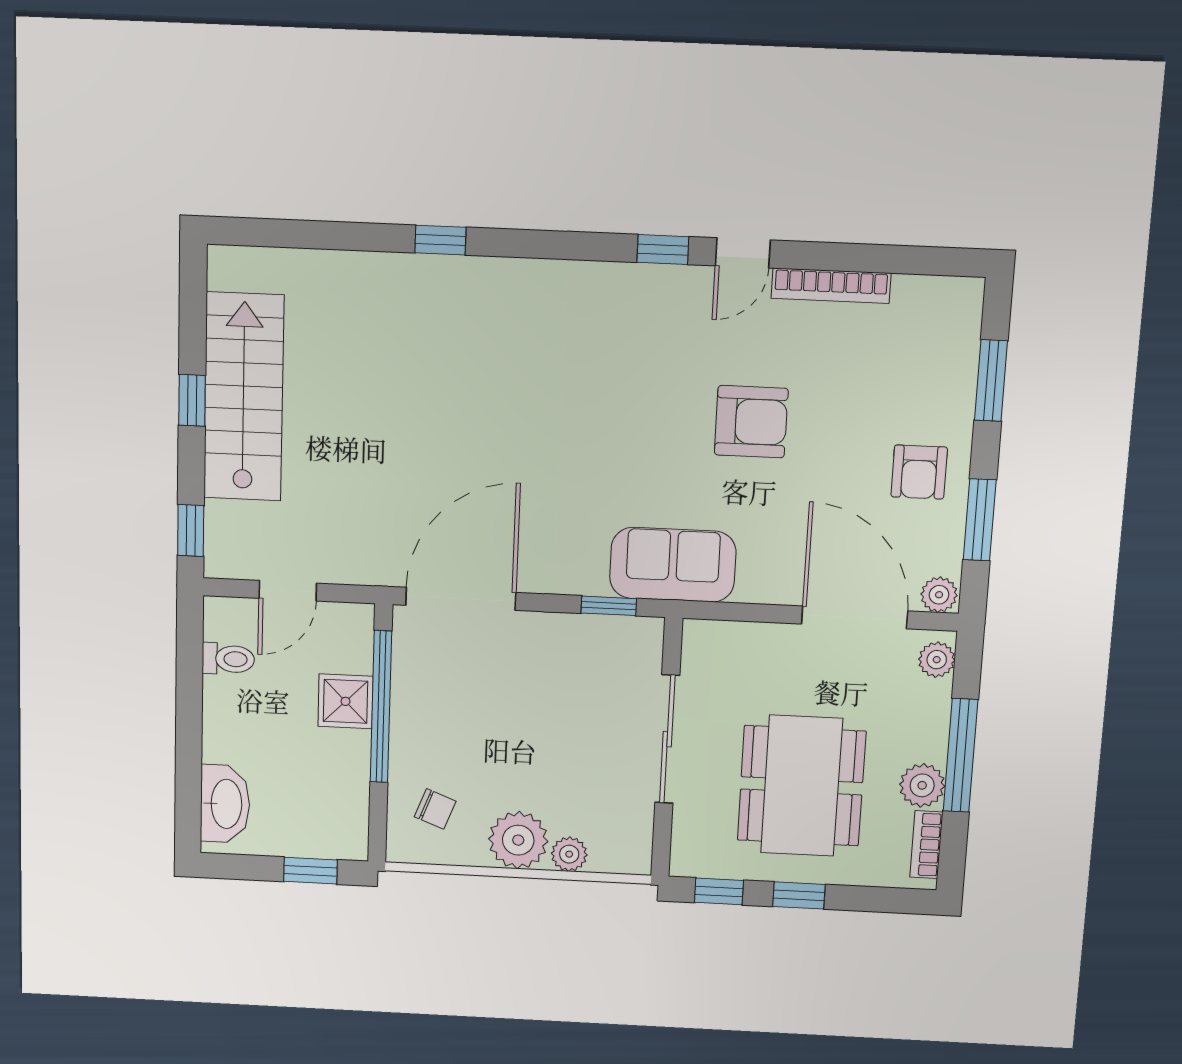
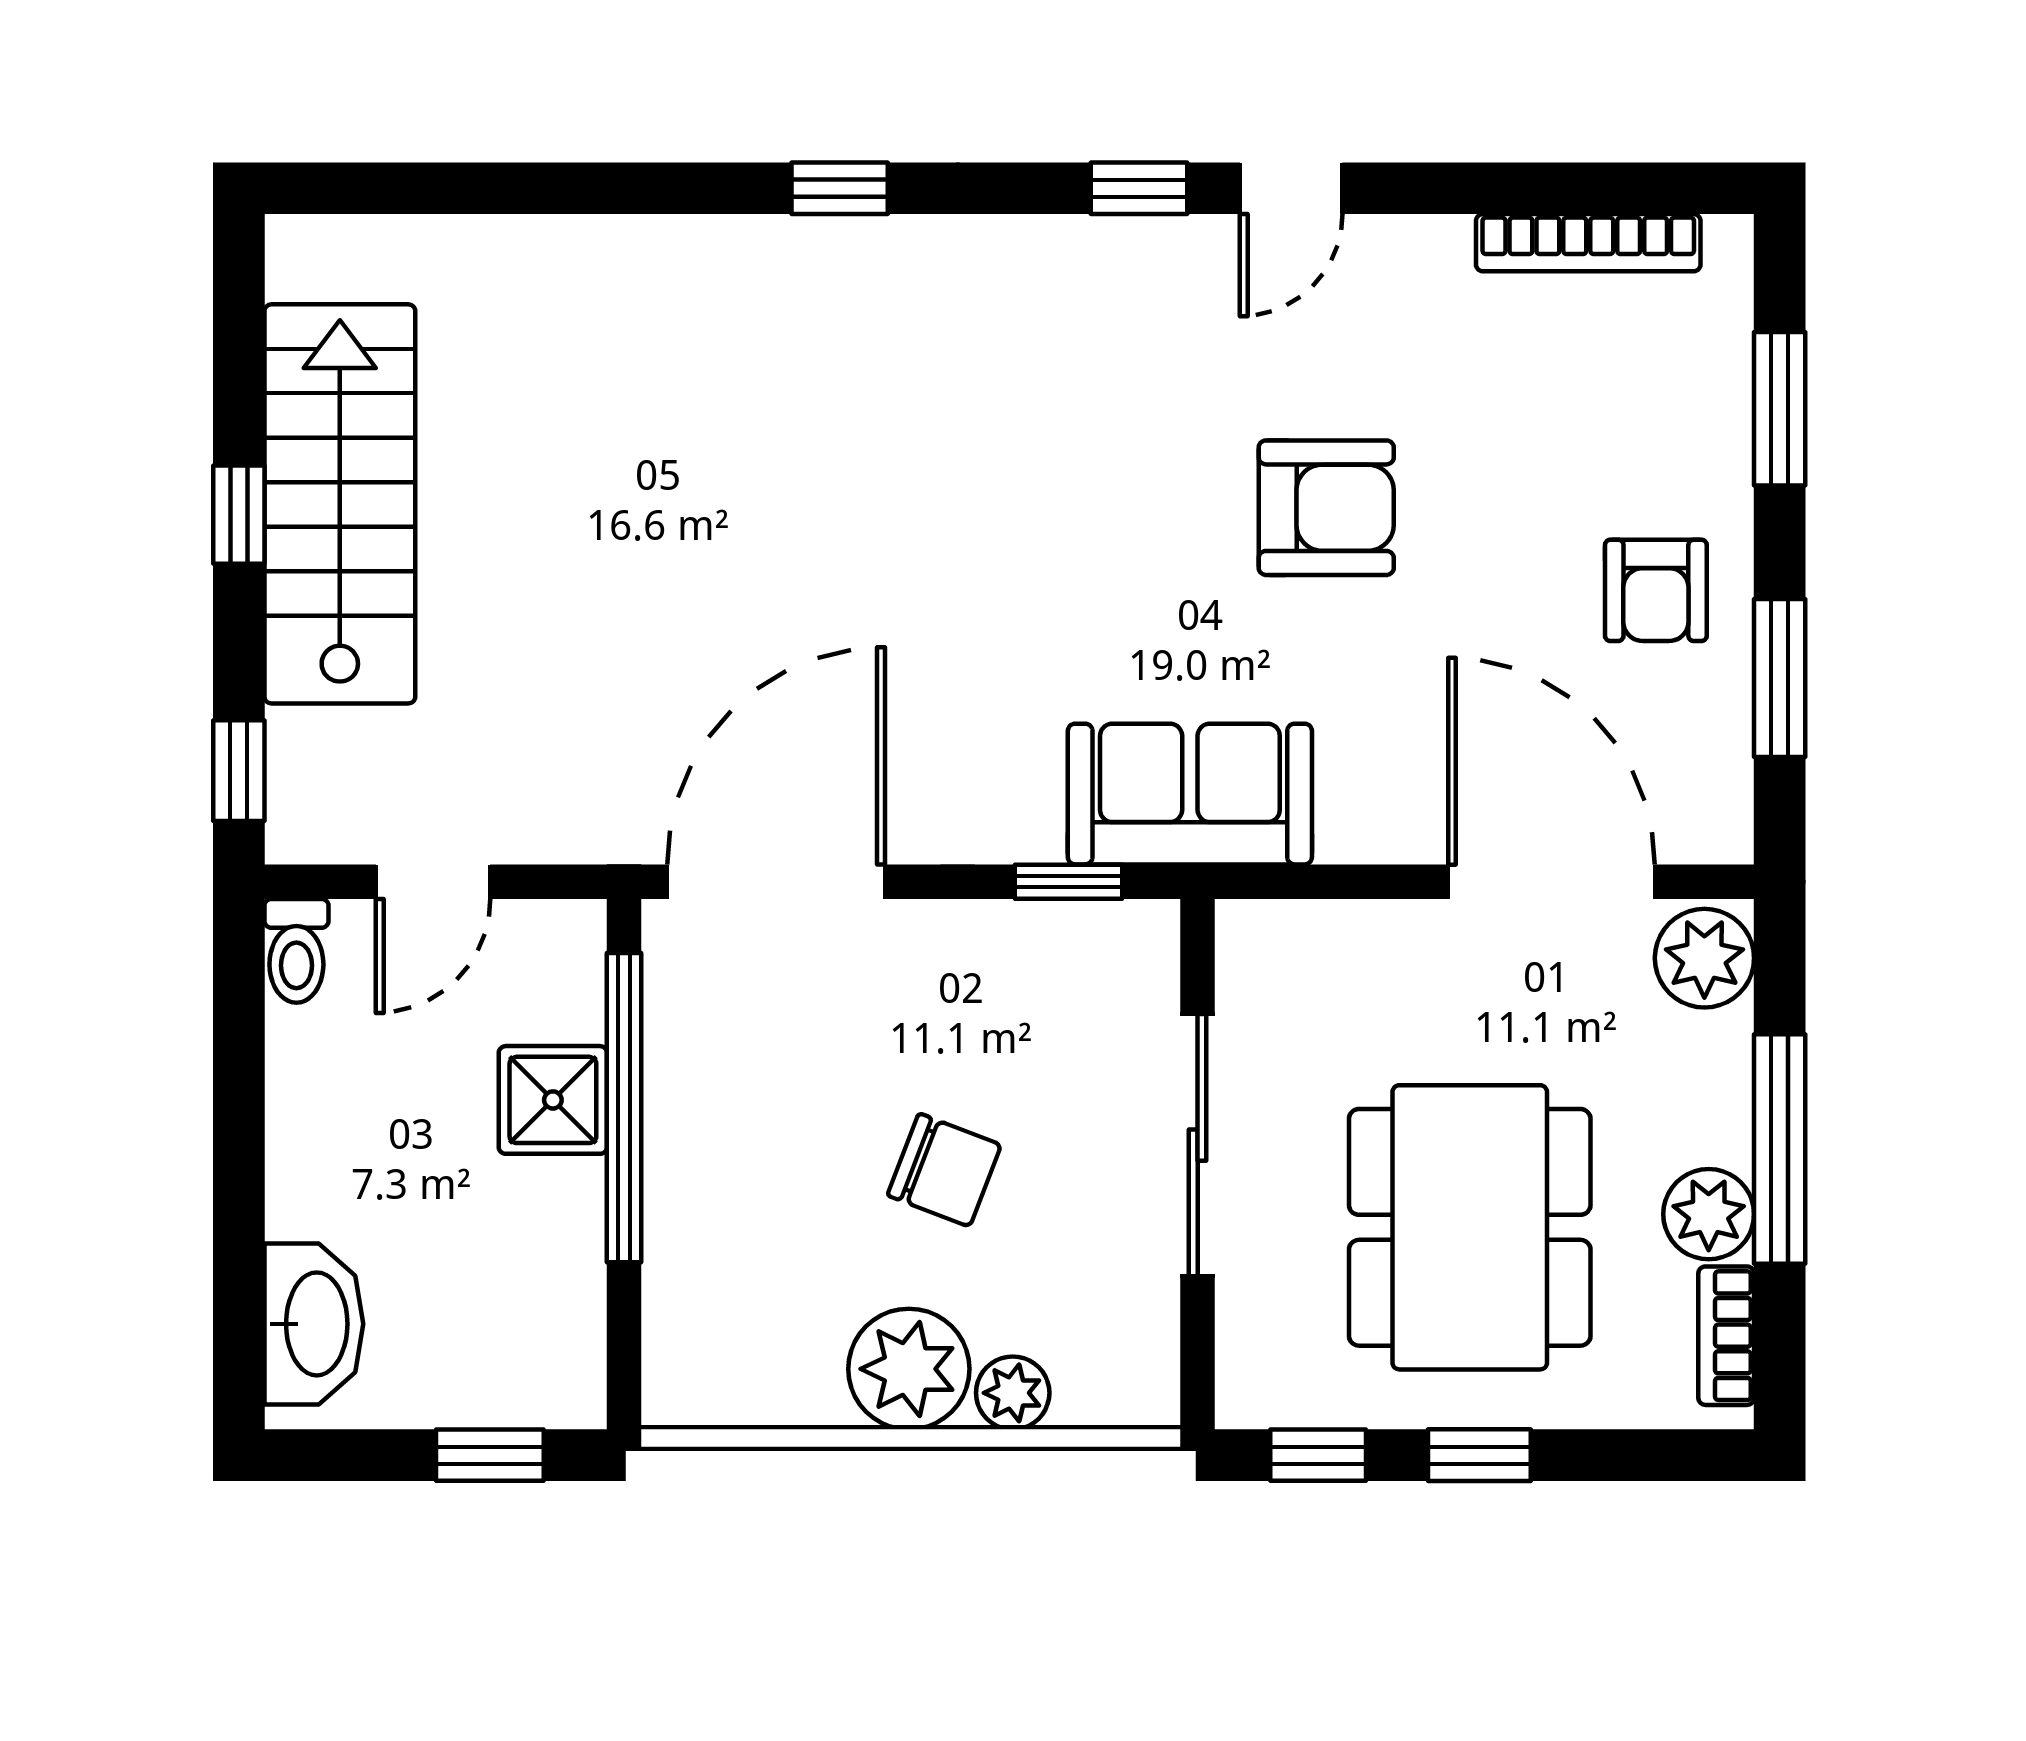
window: (440, 240) -> (840, 188), moved
bookcase: (831, 286) -> (1588, 243), moved
plant: (939, 595) -> (1713, 829), removed
toilet: (228, 659) -> (296, 951), moved, turned 90
plant: (937, 660) -> (1704, 958), width x1.38, depth x1.38
chair: (435, 809) -> (944, 1170), moved, width x1.37, depth x1.37

